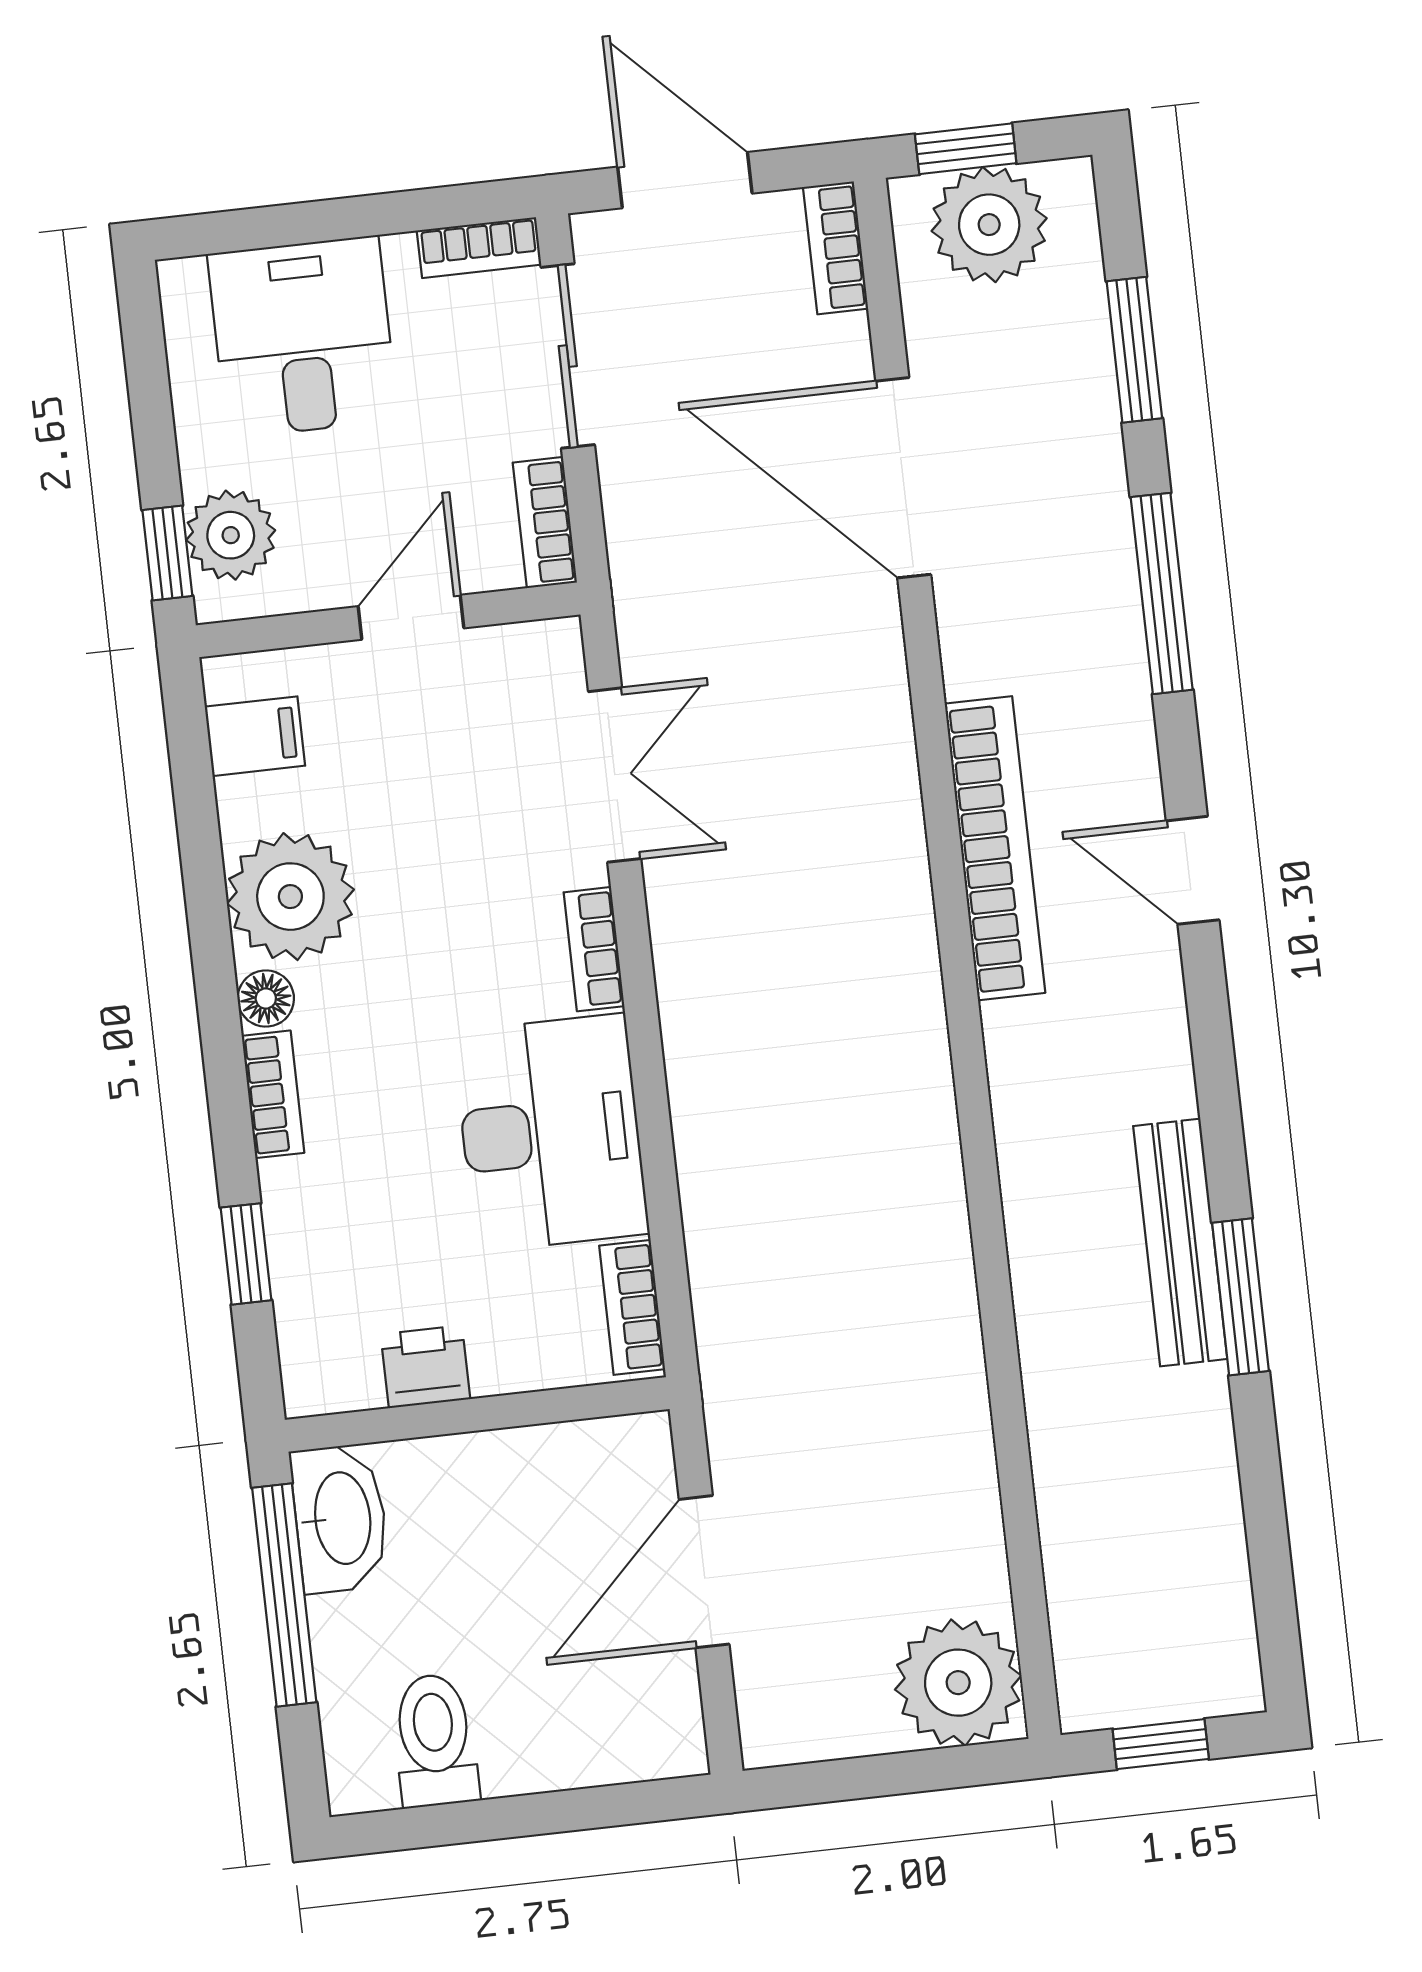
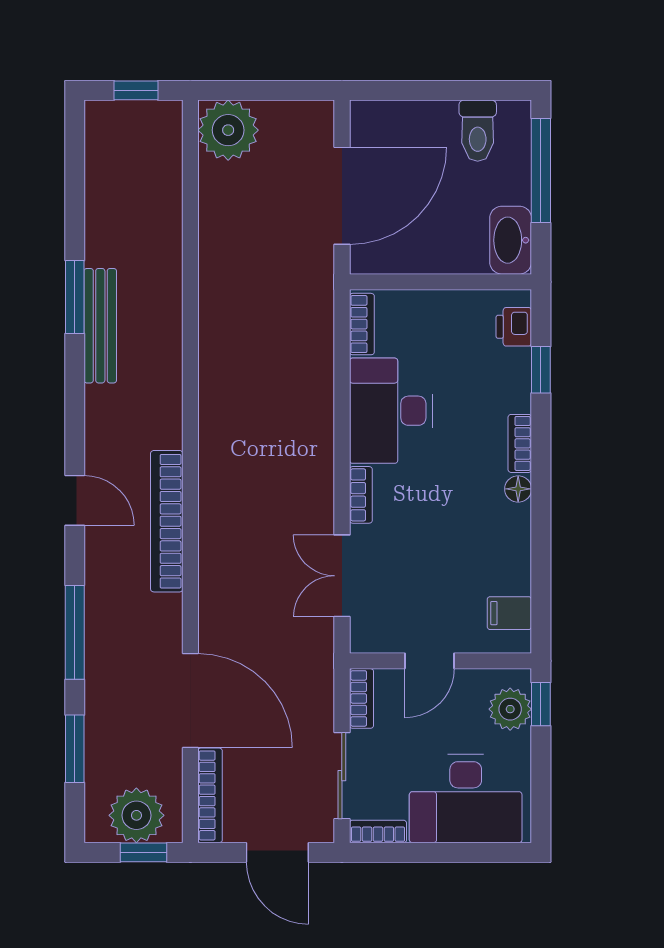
bookcase: (836, 248) -> (210, 795), width x1.56
desk: (303, 337) -> (466, 799), width x1.37
plant: (290, 897) -> (501, 536), removed
printer: (425, 1367) -> (514, 327), moved, turned 90
door: (704, 1572) -> (342, 196), width x1.36
window: (284, 1595) -> (541, 170), moved

